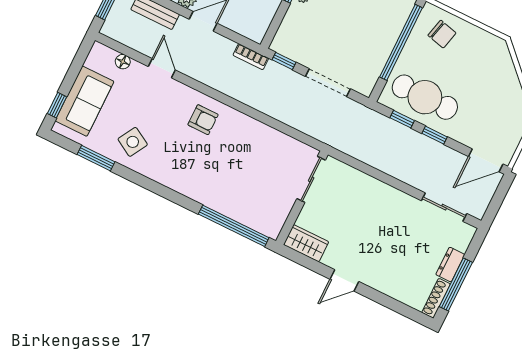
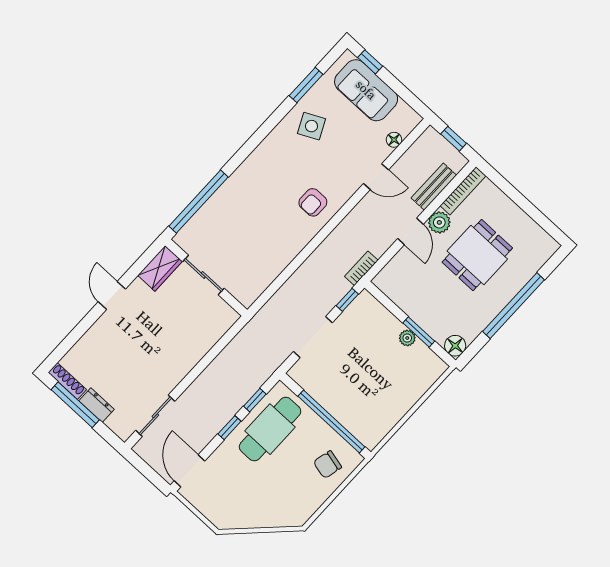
side table: (133, 142) -> (311, 126), turned 34
sliding door: (311, 179) -> (203, 275), moved

